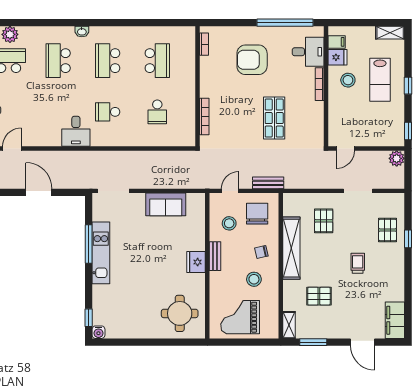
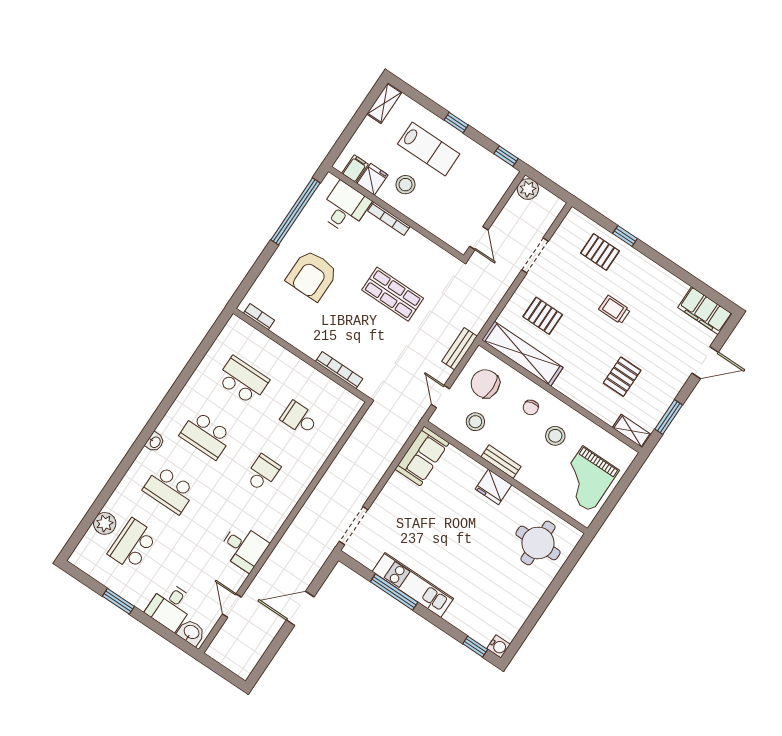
school desk: (108, 112) -> (262, 473), turned 180
school desk: (157, 112) -> (299, 418), turned 180
desk: (76, 131) -> (243, 548), moved
sofa: (166, 204) -> (422, 456), moved
shelving: (291, 248) -> (522, 354), moved

